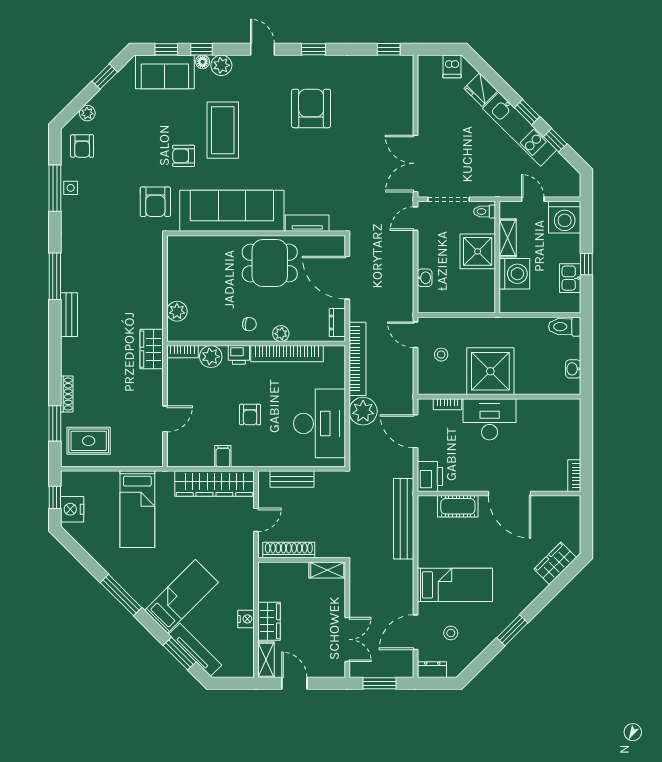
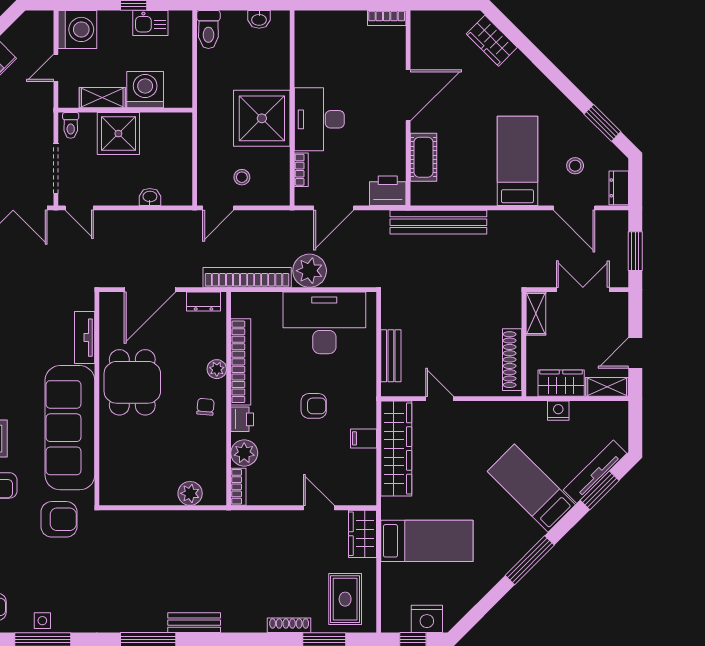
wardrobe: (152, 349) -> (362, 534), moved, turned 90
shoe rack: (289, 550) -> (512, 360), moved
wall: (302, 560) -> (524, 344), moved
shelving: (327, 570) -> (536, 314), moved
window: (512, 630) -> (602, 123), moved

